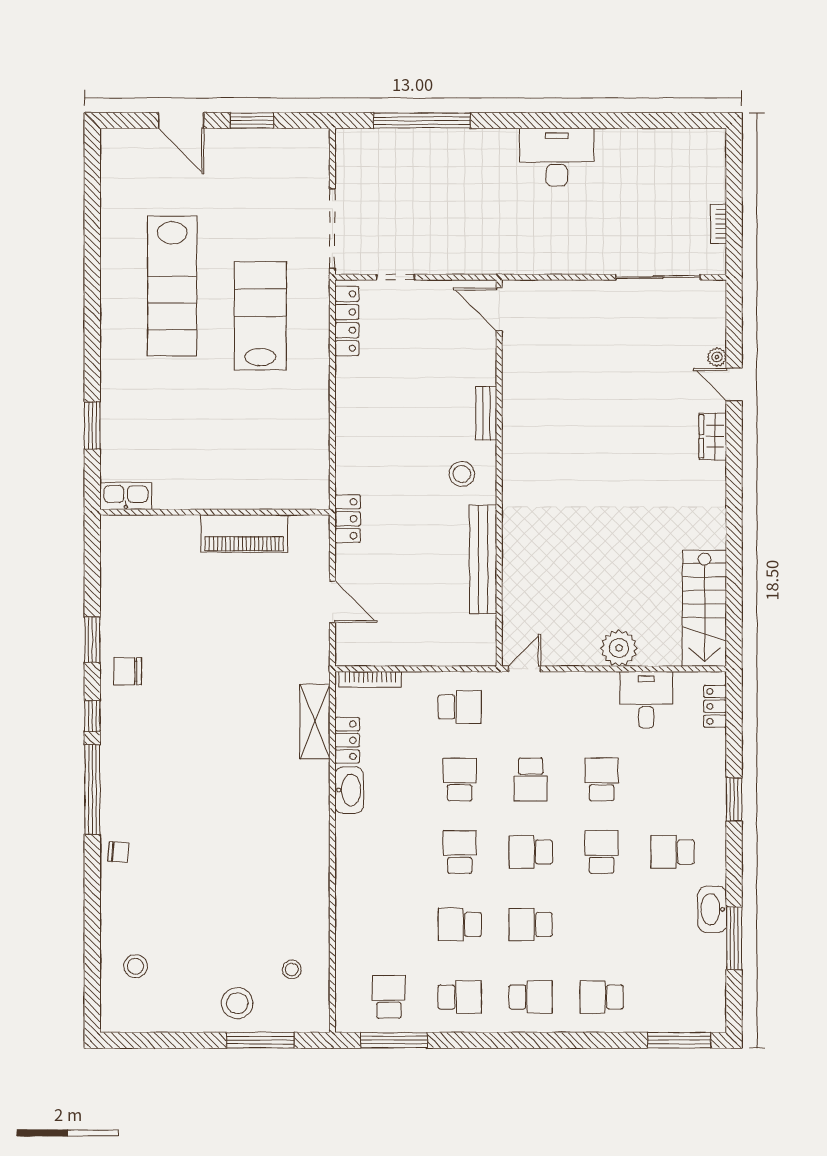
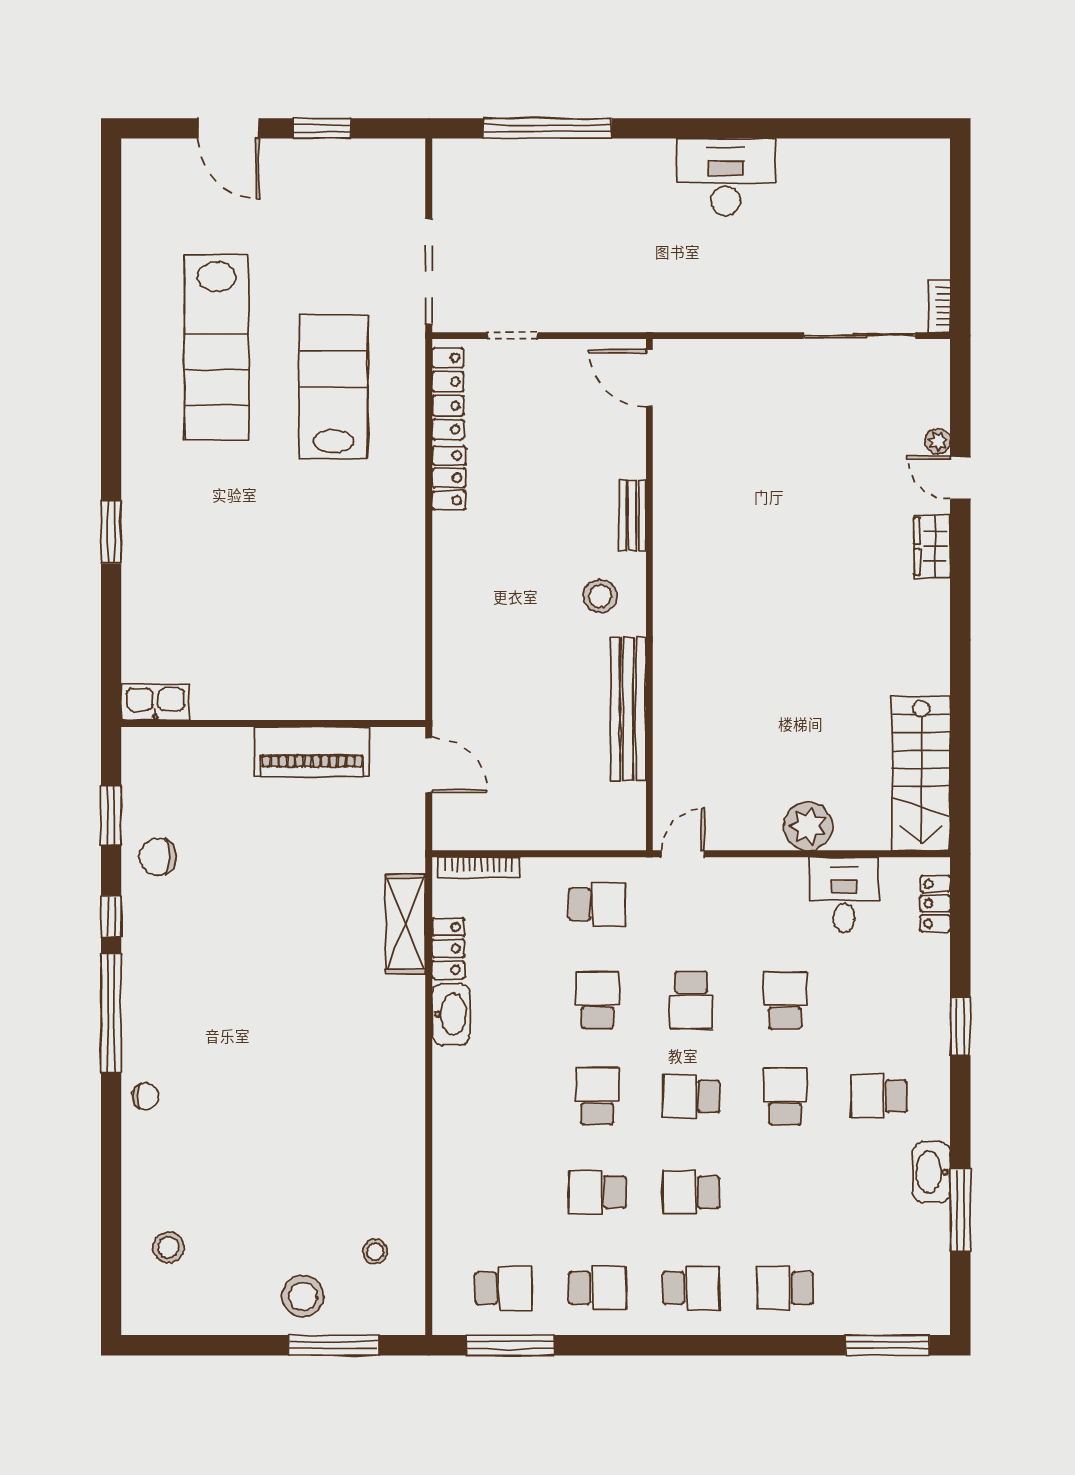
bookcase: (719, 224) -> (940, 306), moved
kitchen sink: (126, 496) -> (155, 702), moved
wall: (215, 512) -> (273, 723), moved
locker: (348, 519) -> (449, 478), moved
piano: (244, 534) -> (312, 752), moved
school desk: (389, 997) -> (503, 1288), turned 90

